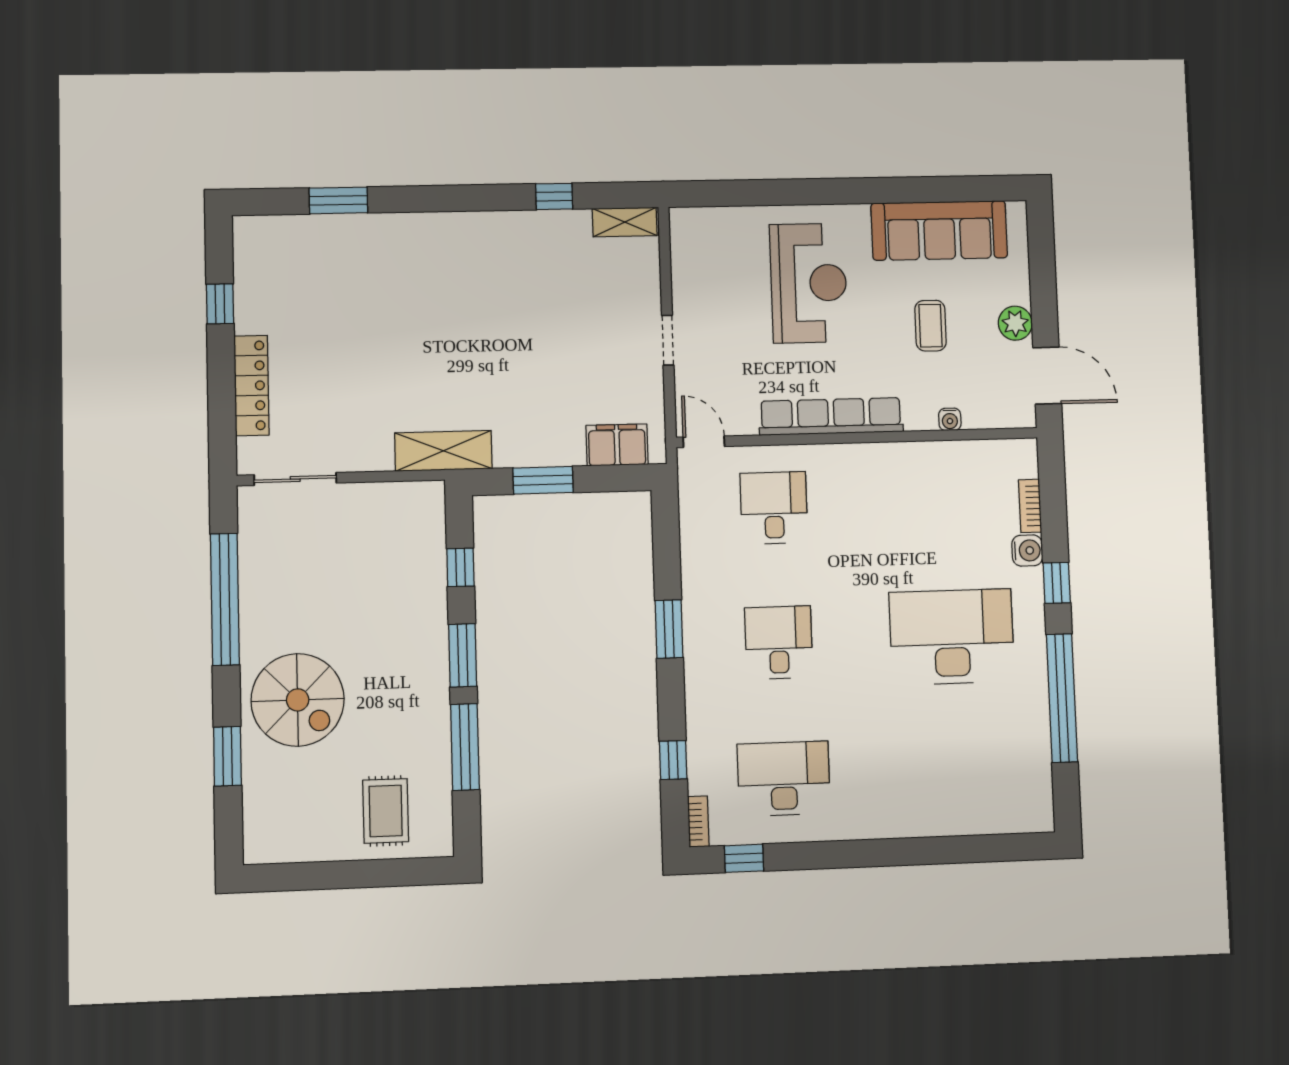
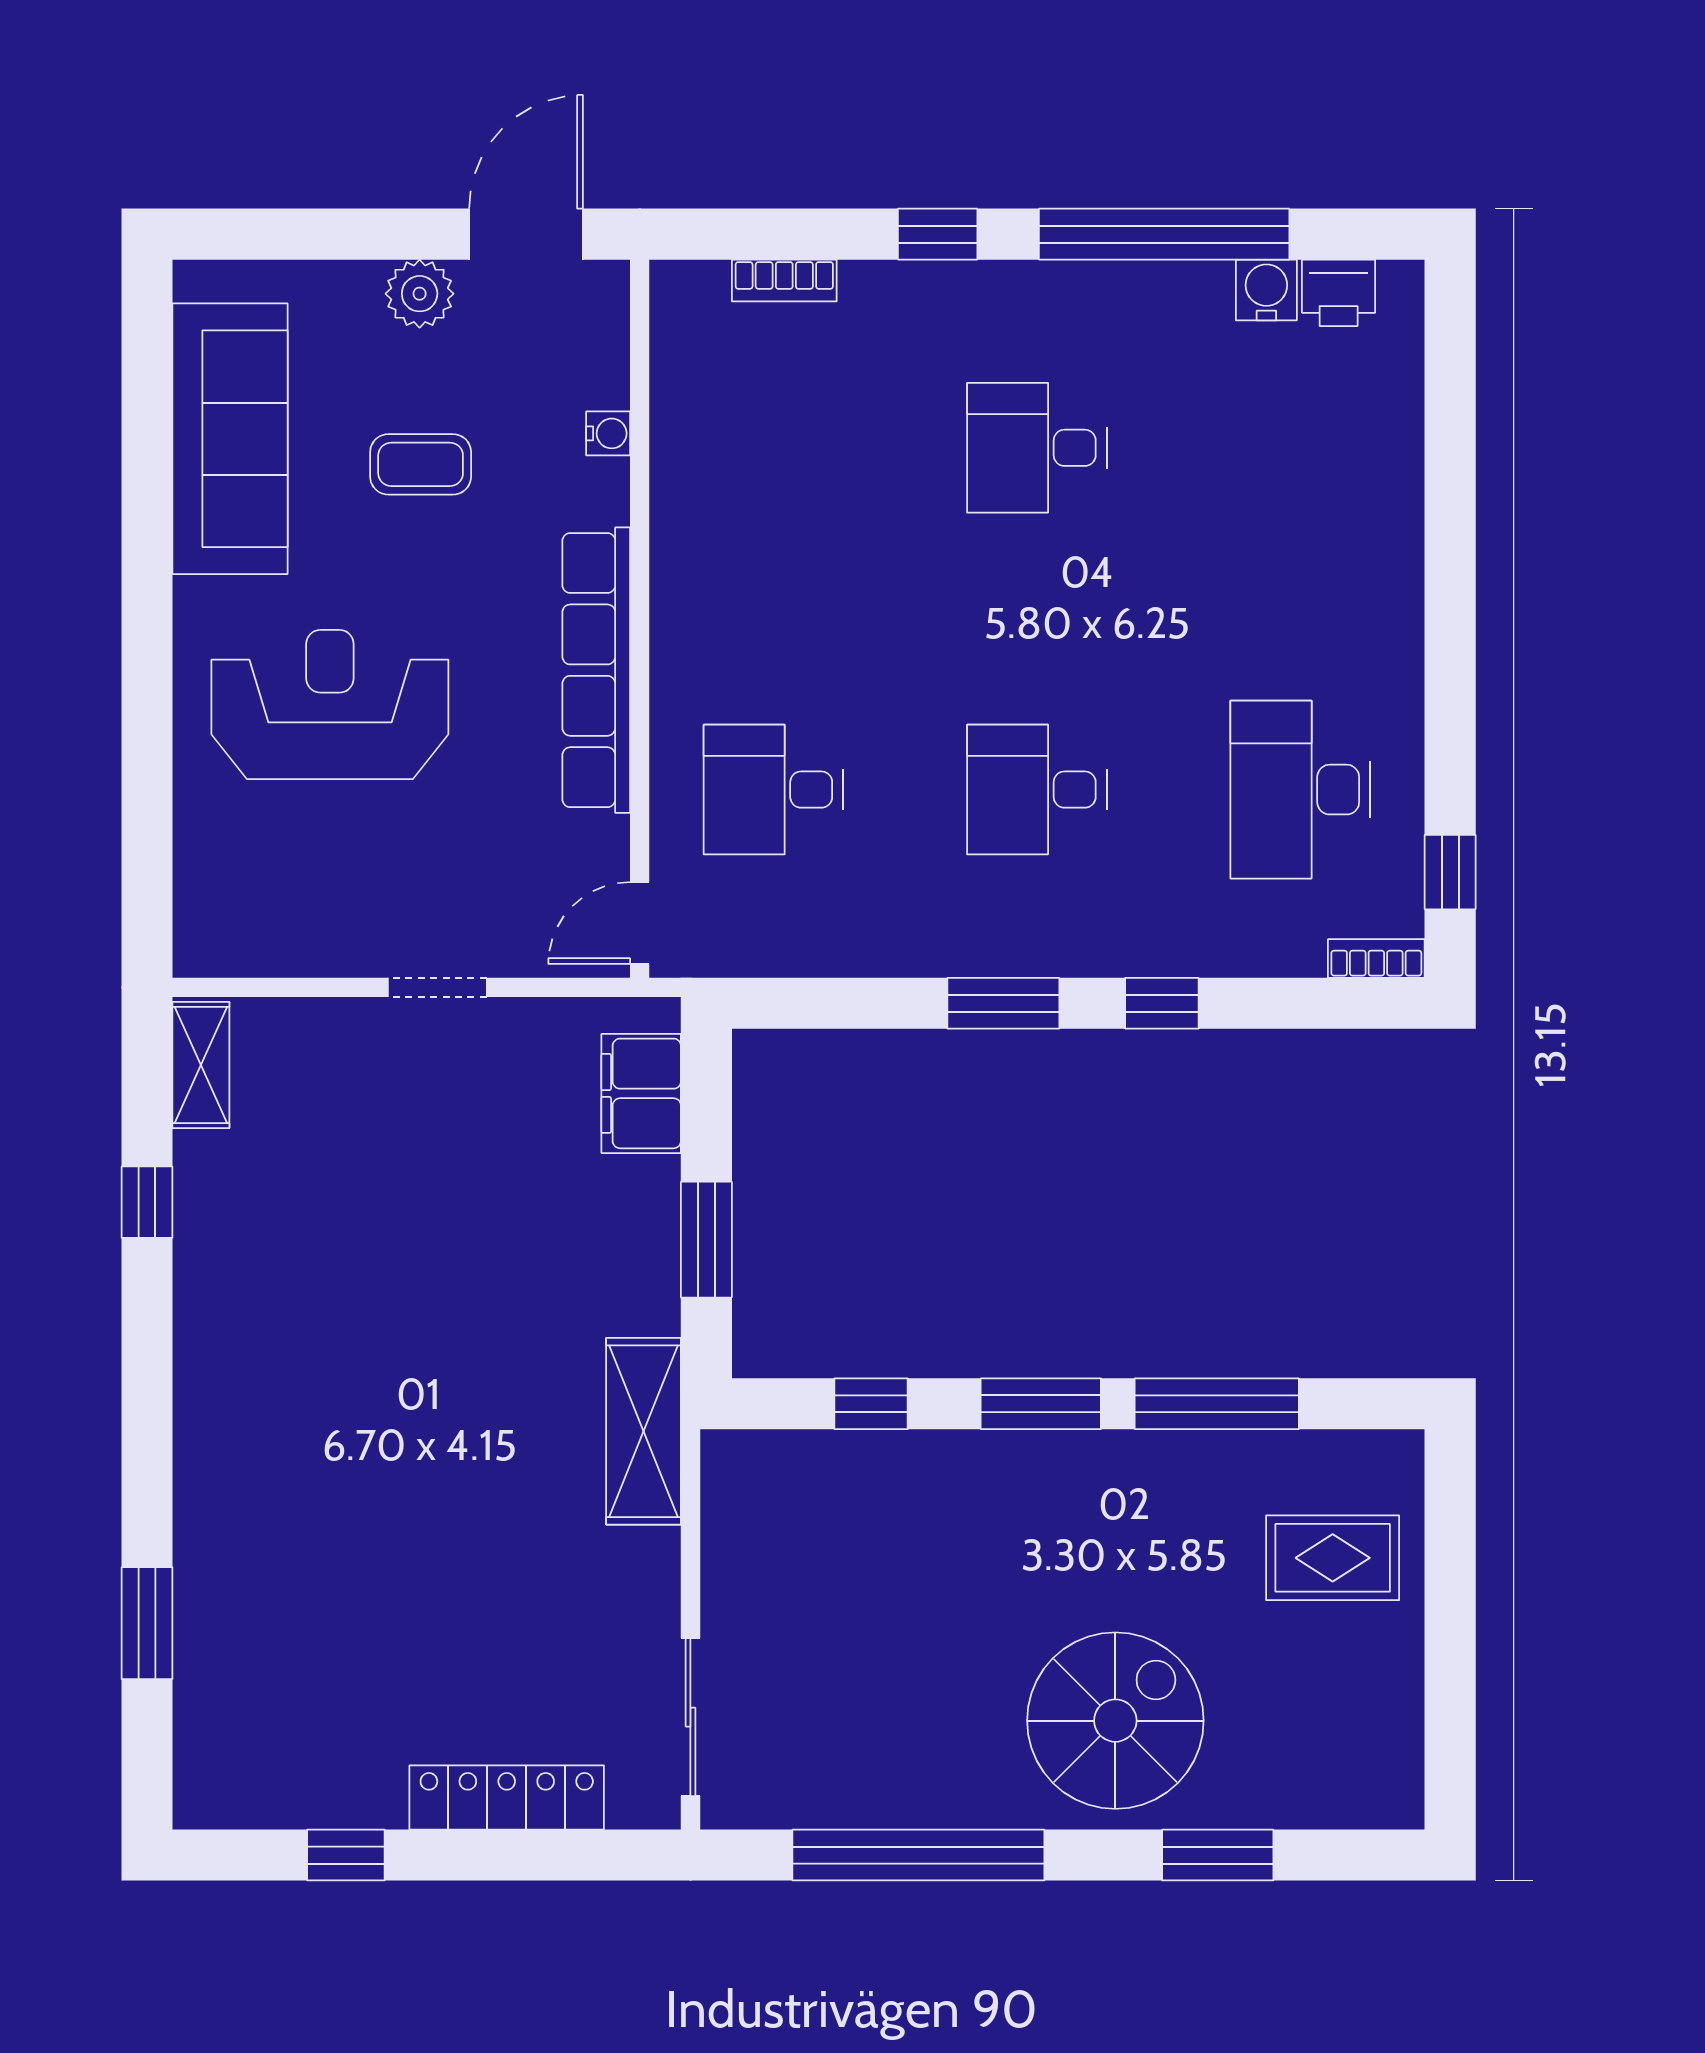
water cooler: (1027, 550) -> (1266, 290), moved
desk: (952, 637) -> (1037, 448), width x0.53, depth x0.77
window: (673, 760) -> (1162, 1003), moved
printer: (1037, 789) -> (1339, 293), added

